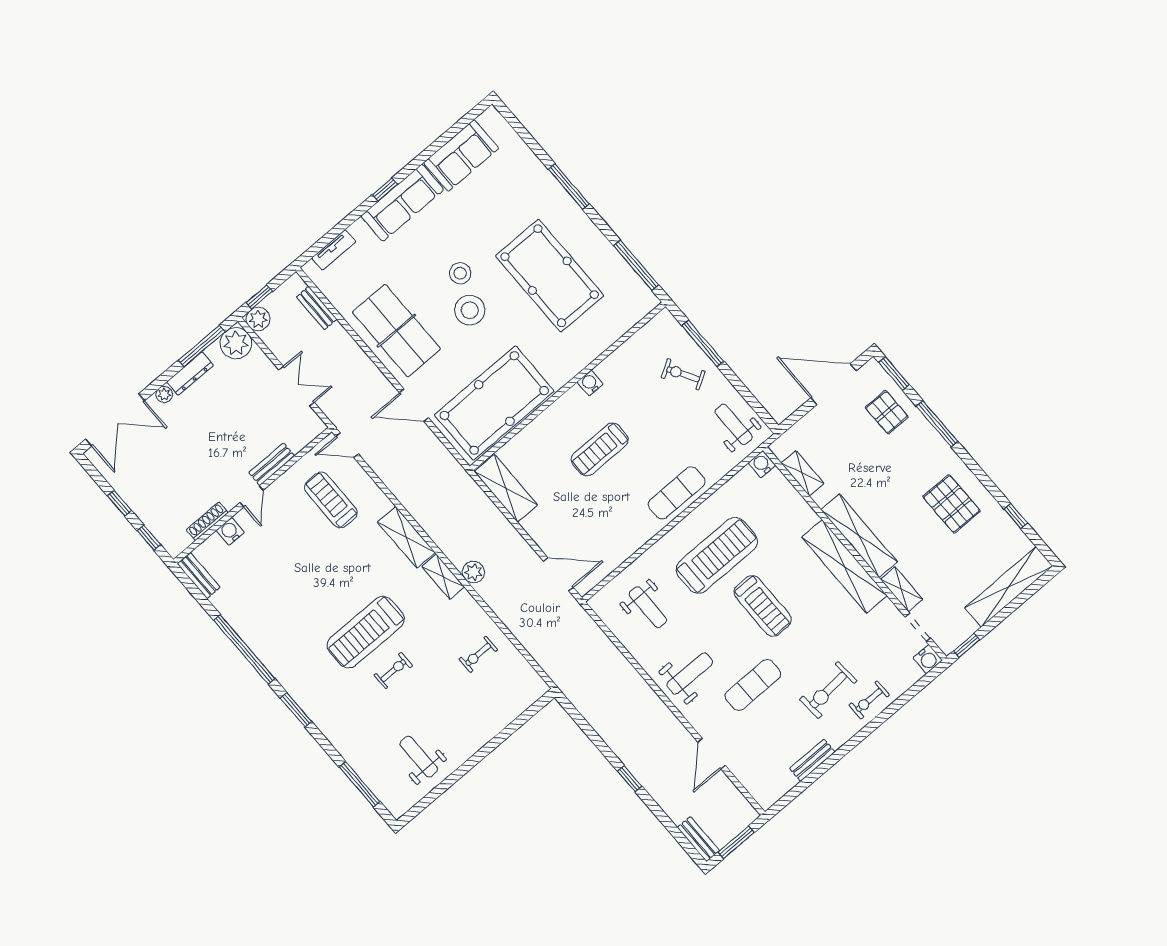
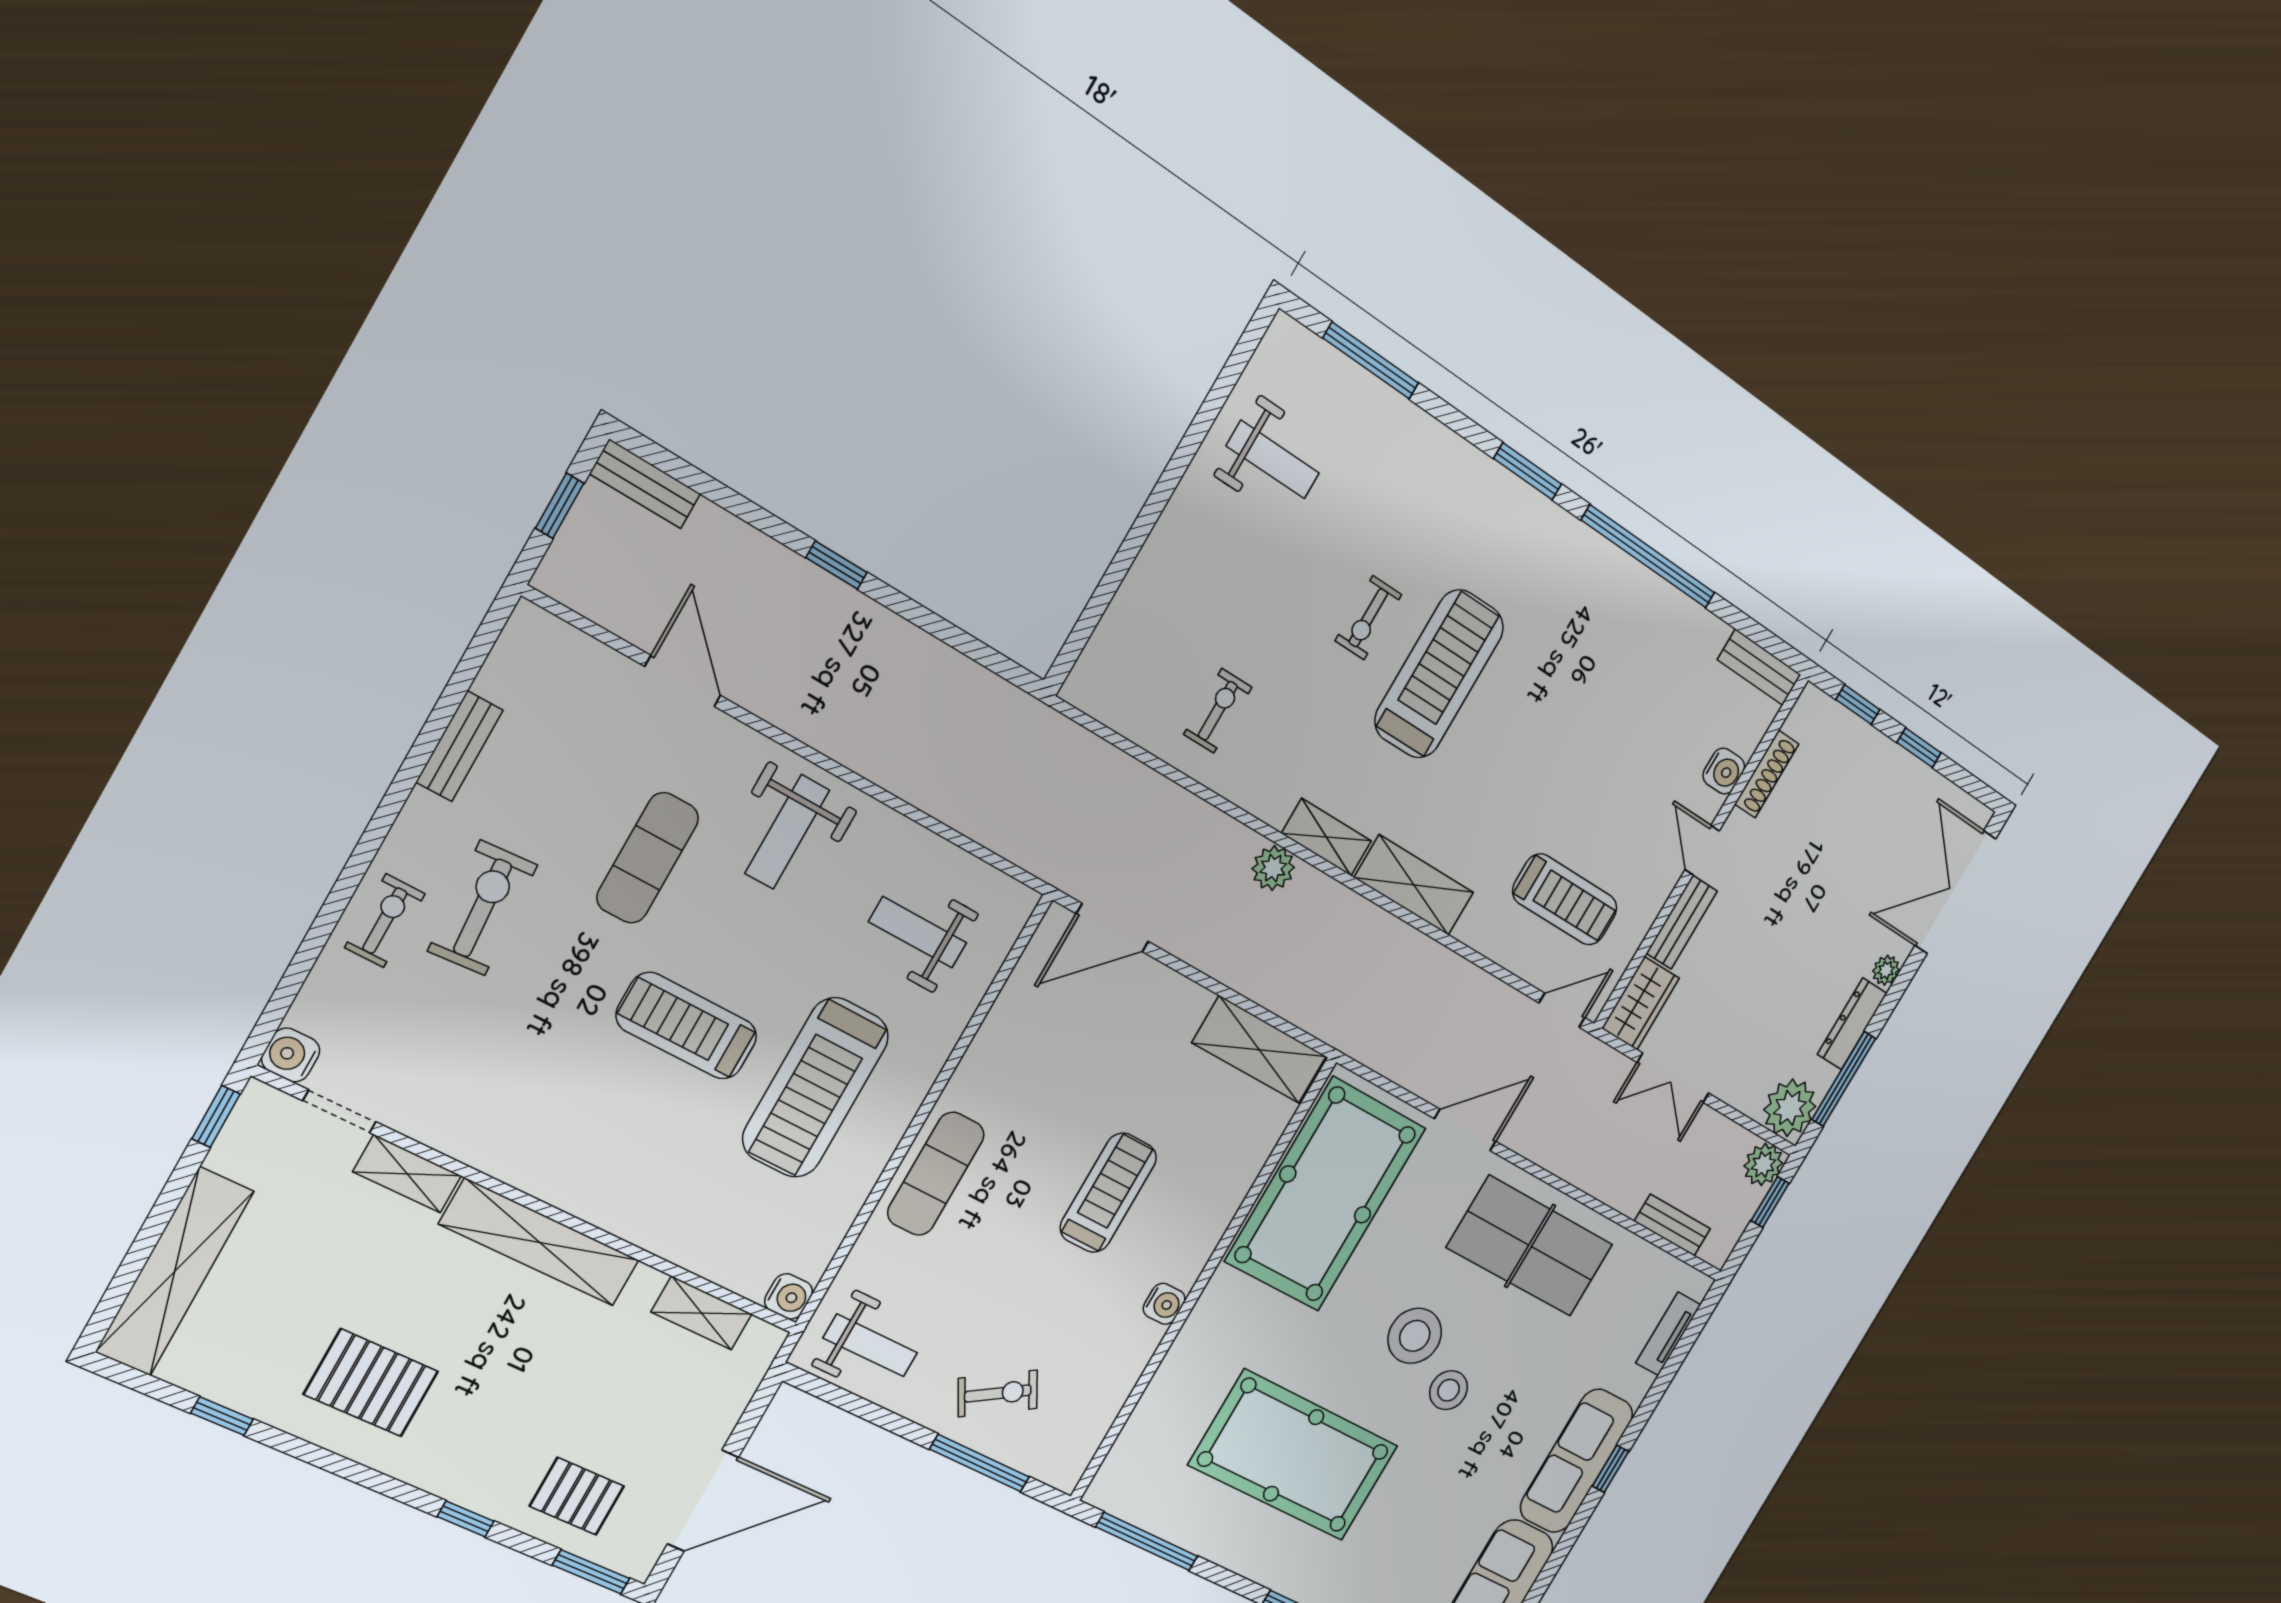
window: (937, 424) -> (466, 1519), width x0.46
wardrobe: (304, 432) -> (1641, 1003), added
shelving: (844, 566) -> (546, 1171), removed
window: (736, 842) -> (560, 506), width x0.67

